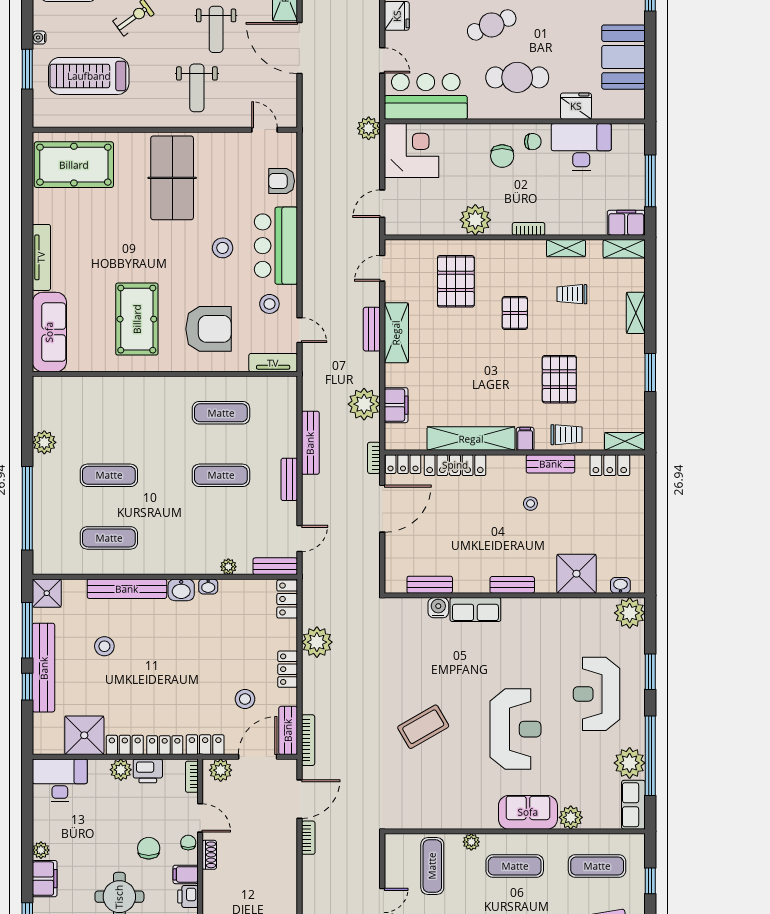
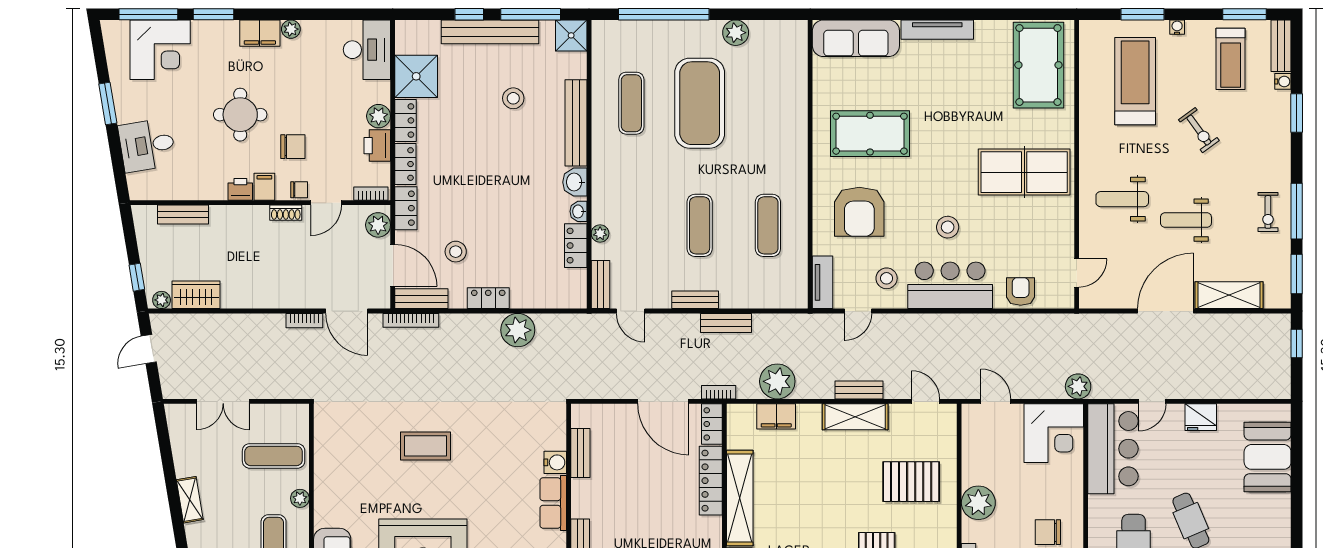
bench: (310, 443) -> (726, 323), width x0.73
exercise mat: (109, 475) -> (700, 103), width x2.00, depth x1.45
locker: (287, 599) -> (576, 246), moved, turned -90
coffee table: (423, 727) -> (425, 446), turned -60

